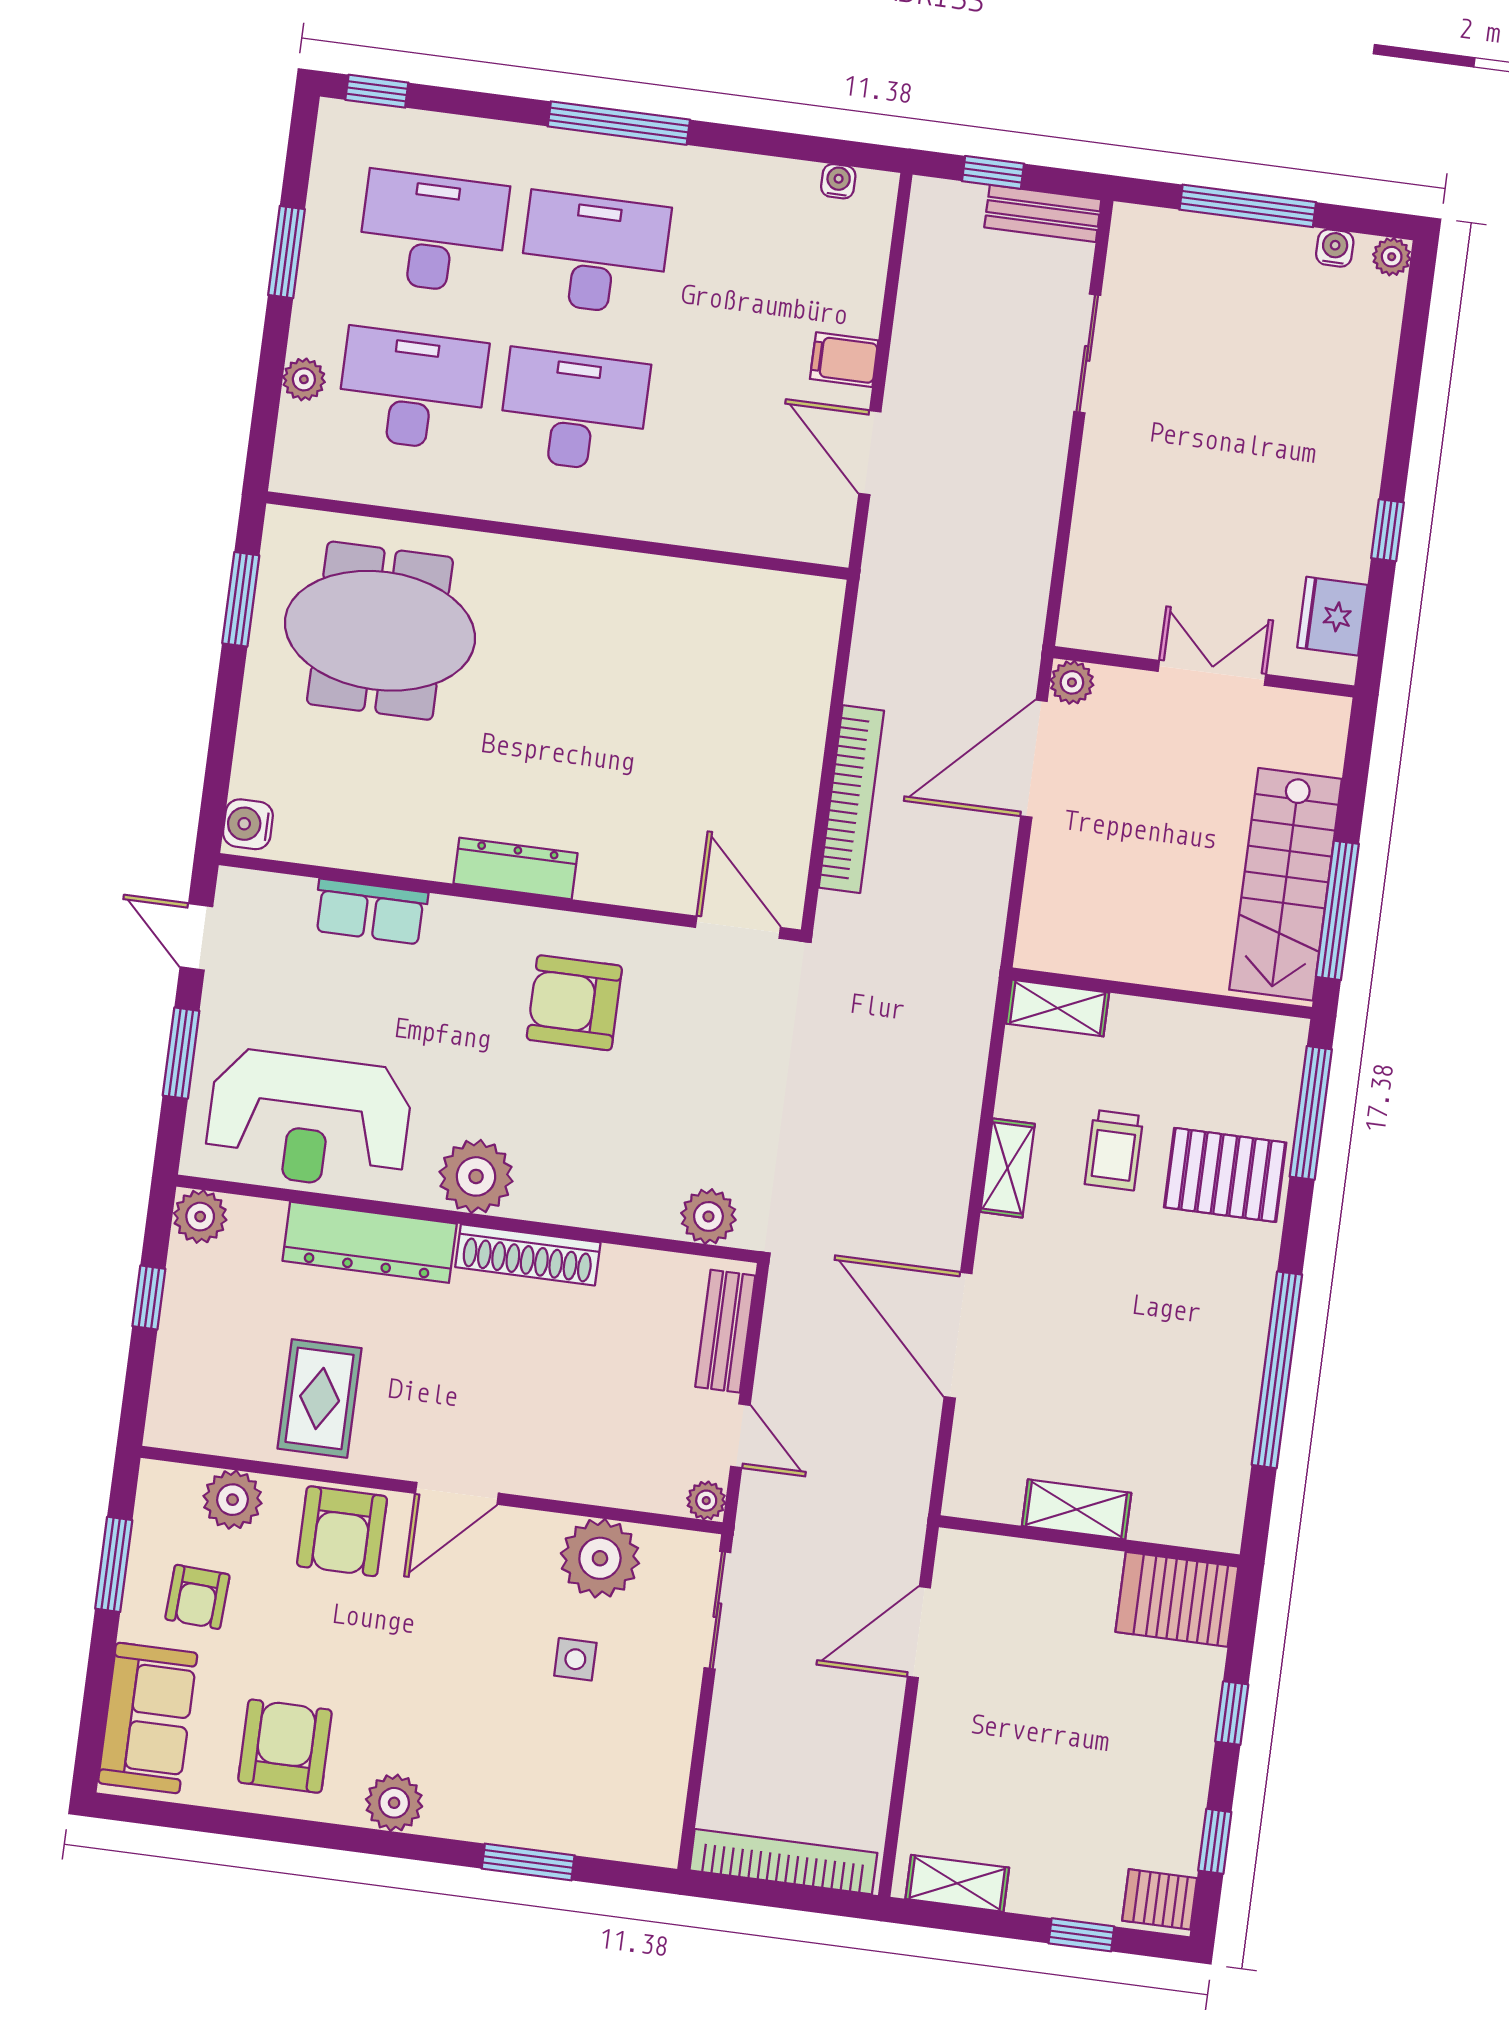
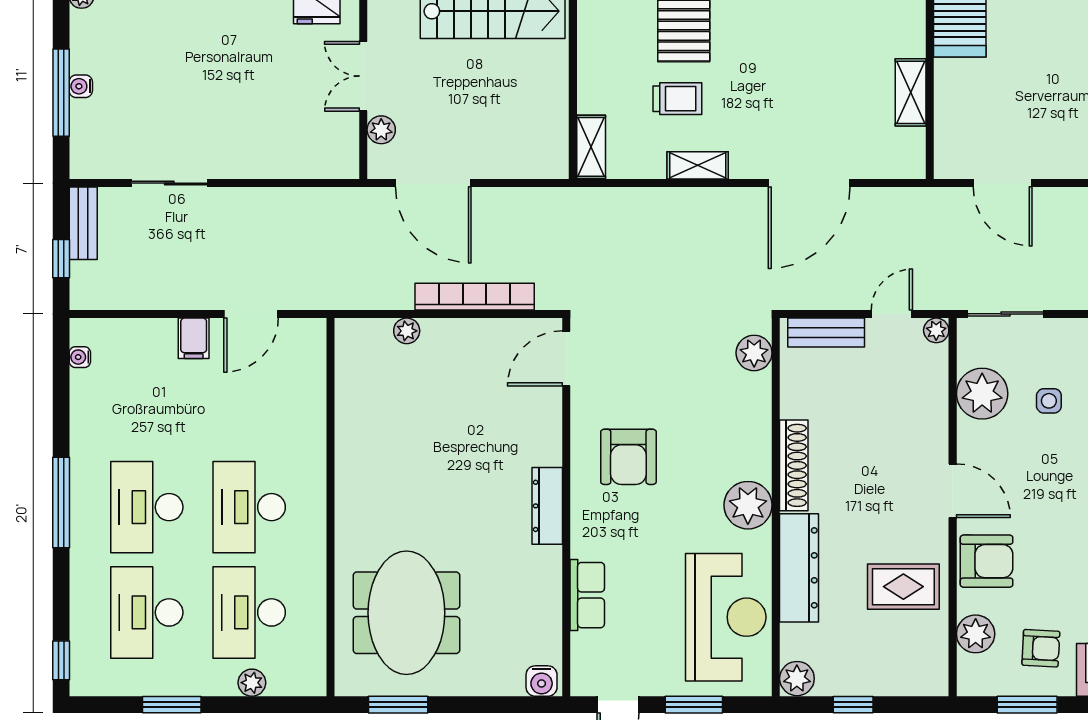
water cooler: (1335, 248) -> (81, 86), moved
plant: (1072, 682) -> (381, 130), moved
plant: (812, 688) -> (407, 331), added

